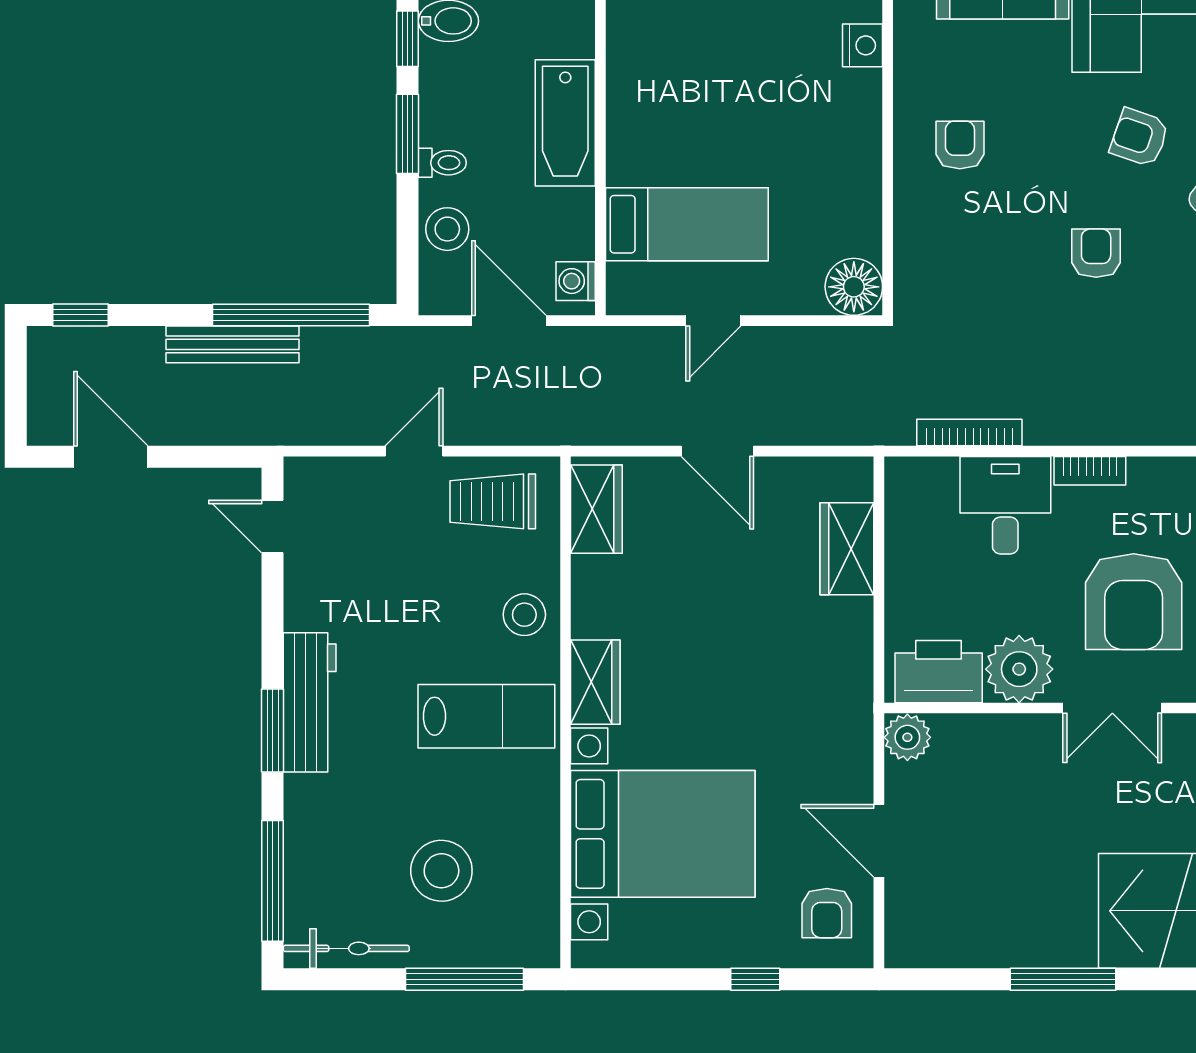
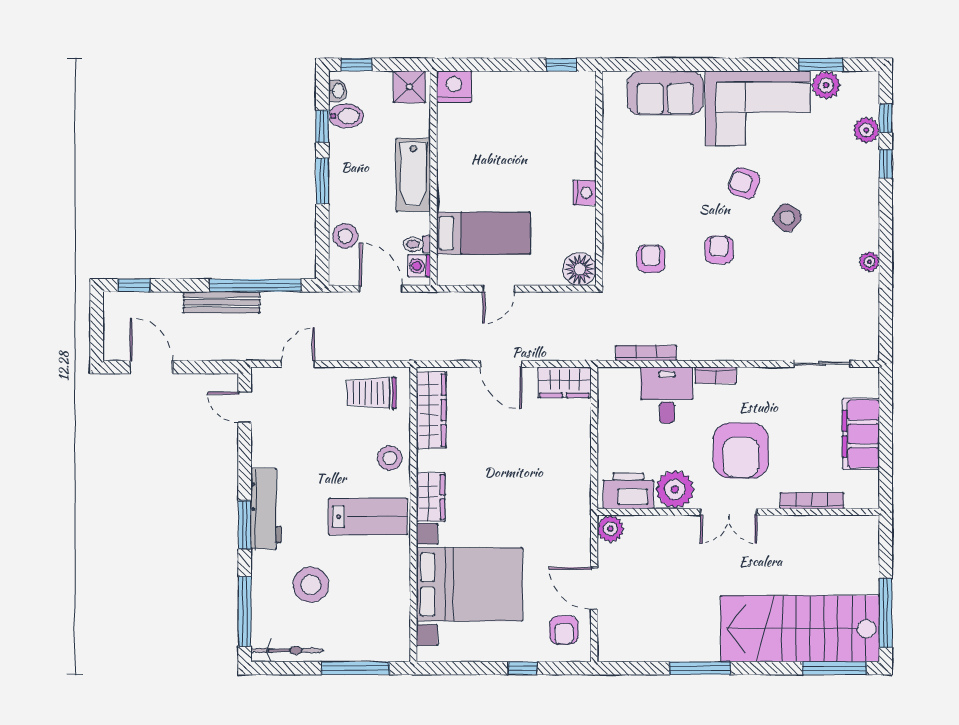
nightstand: (863, 45) -> (585, 193), moved
armchair: (960, 145) -> (651, 259), moved
toilet: (442, 163) -> (417, 244), moved, turned 180
door: (414, 451) -> (298, 364), moved
wardrobe: (596, 509) -> (431, 410), width x1.50
wardrobe: (847, 549) -> (564, 382), moved, turned -90
stool: (441, 871) -> (311, 585), moved

